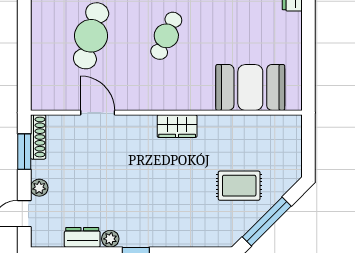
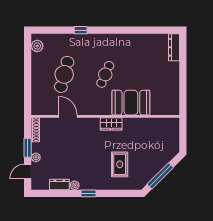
booth: (250, 87) -> (131, 103), moved
window: (24, 152) -> (28, 148), moved
rug: (239, 186) -> (120, 164), moved, turned 90

